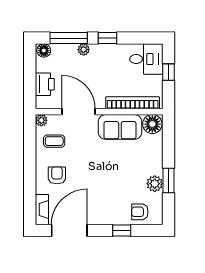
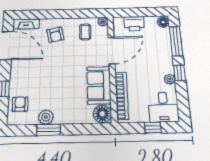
plant: (84, 50) -> (170, 79), moved
armchair: (57, 175) -> (55, 35), turned 78

